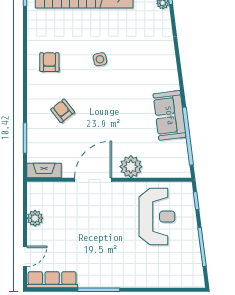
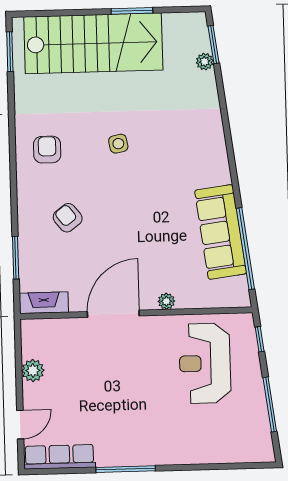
sofa: (170, 115) -> (221, 232), width x1.36
plant: (131, 167) -> (166, 301), width x0.53, depth x0.53
reception desk: (157, 217) -> (205, 363), turned 180

